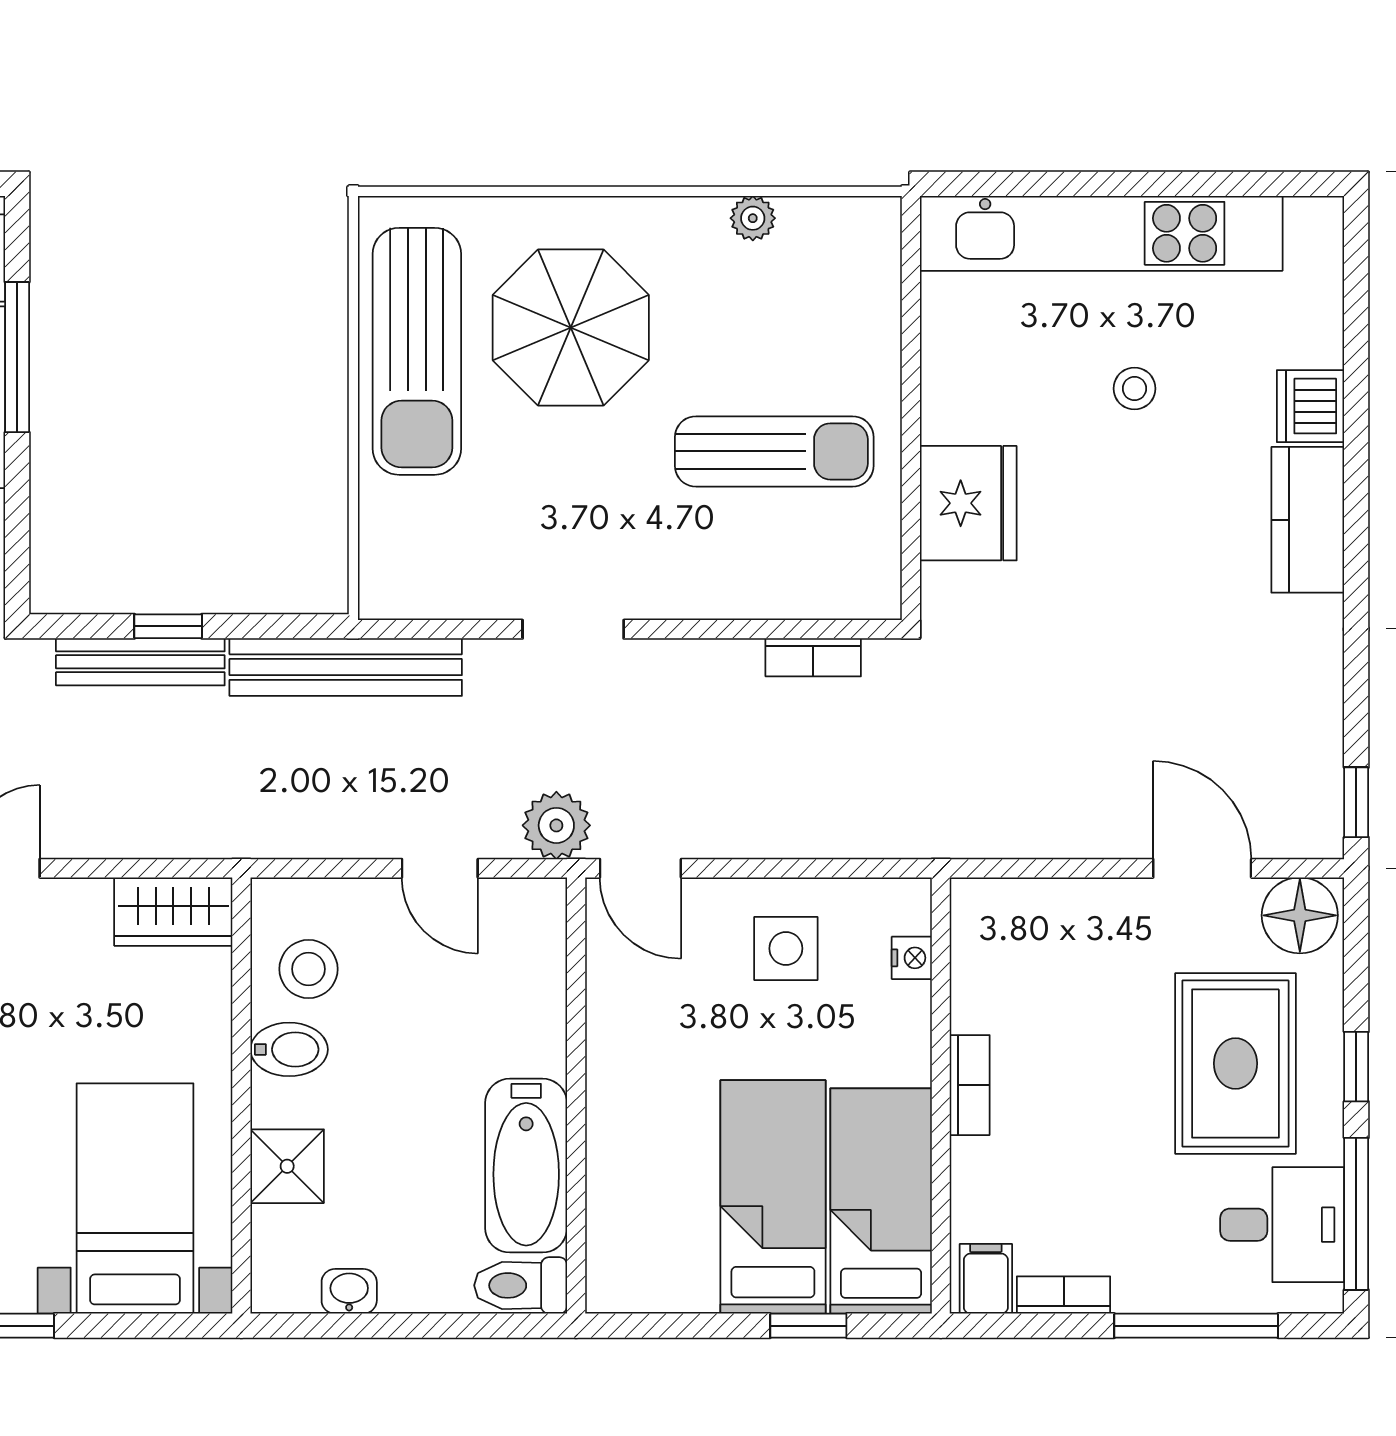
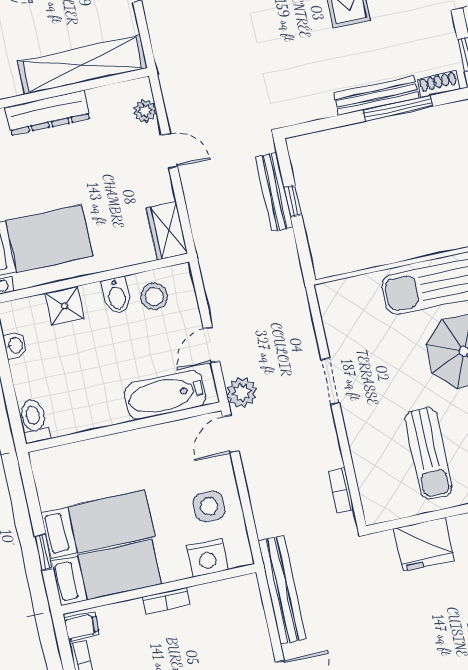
bench: (346, 667) -> (282, 590), moved
nightstand: (912, 958) -> (207, 558), width x1.89, depth x1.79
bathtub: (526, 1166) -> (165, 395), moved

